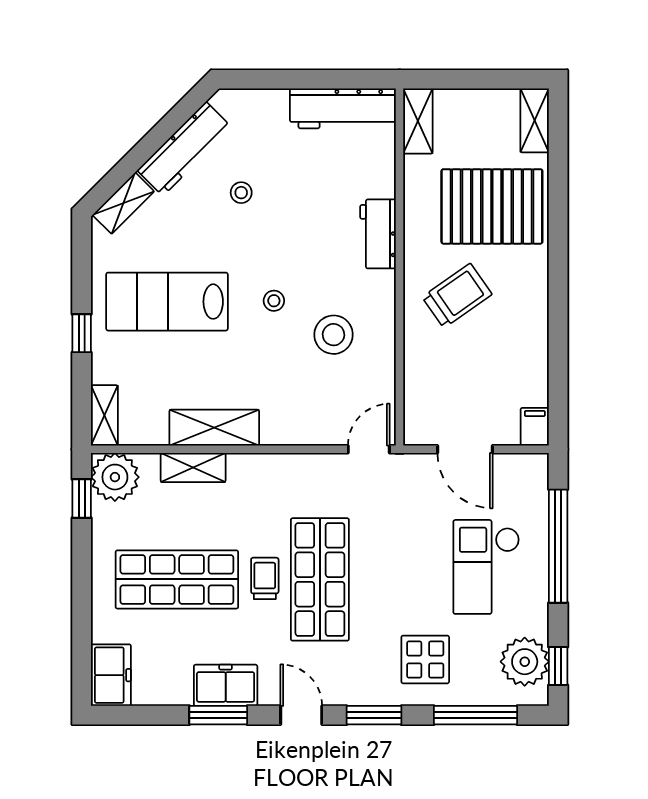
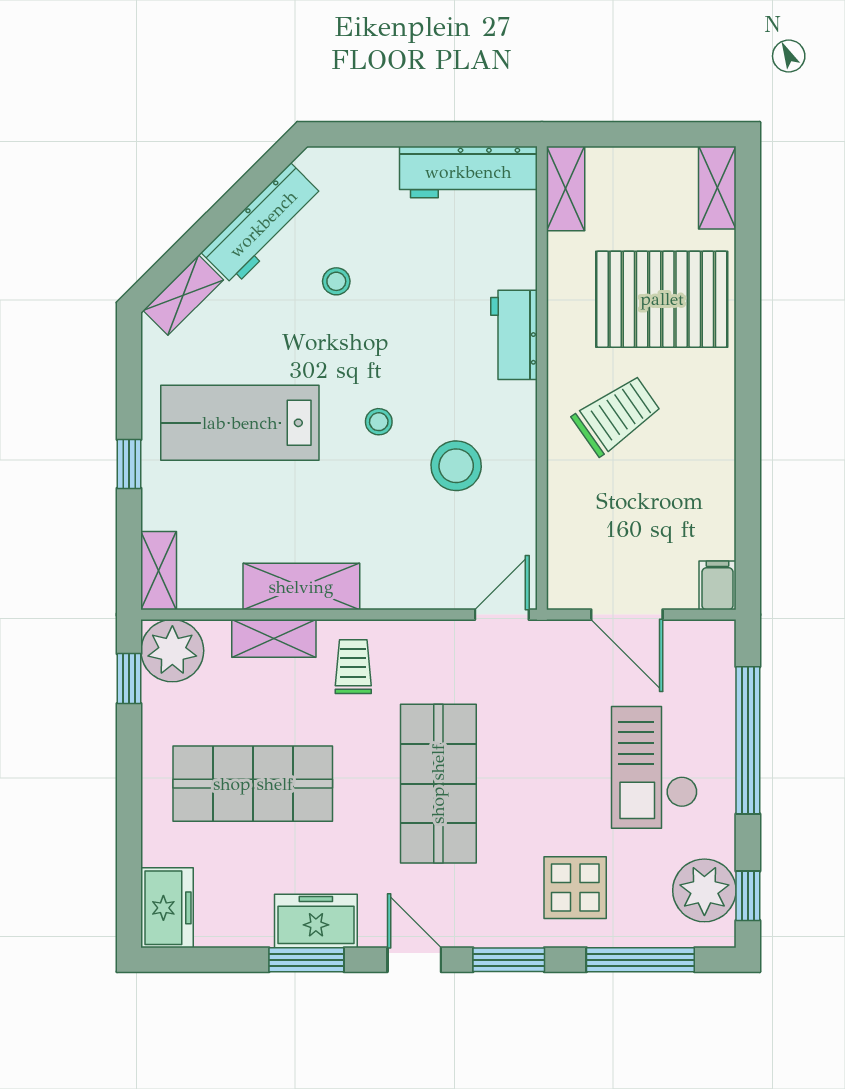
trolley: (265, 578) -> (353, 667), moved

